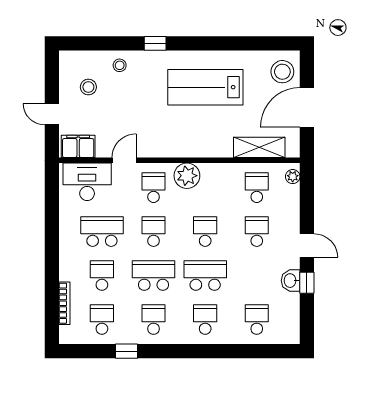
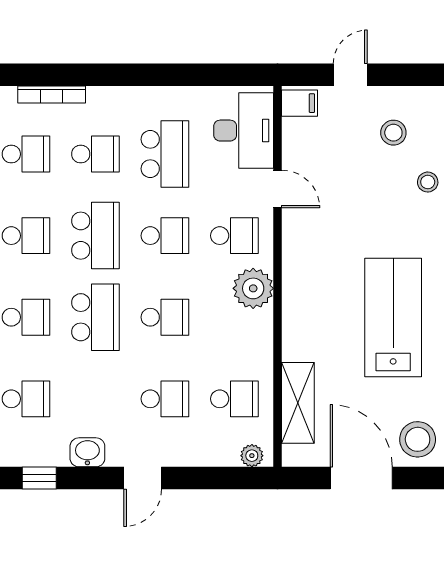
filing cabinet: (78, 146) -> (299, 103), width x0.50
window: (307, 283) -> (39, 478), moved

